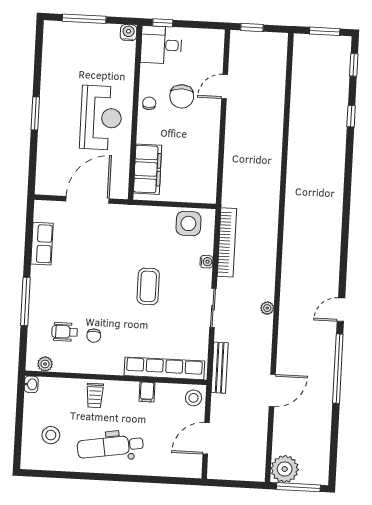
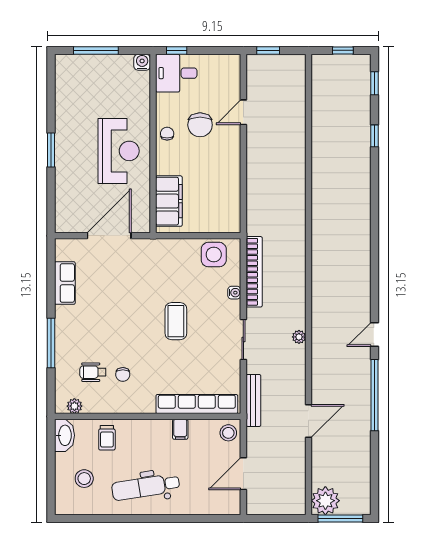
window: (325, 31) -> (343, 50), width x0.67
washbasin: (31, 384) -> (64, 435), width x1.91, depth x1.45
trolley: (95, 395) -> (107, 438), moved

